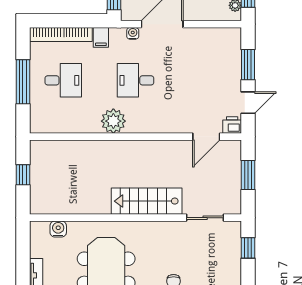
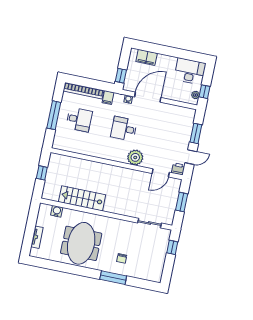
plant: (113, 121) -> (135, 157), moved
stairs: (147, 201) -> (82, 198), moved

